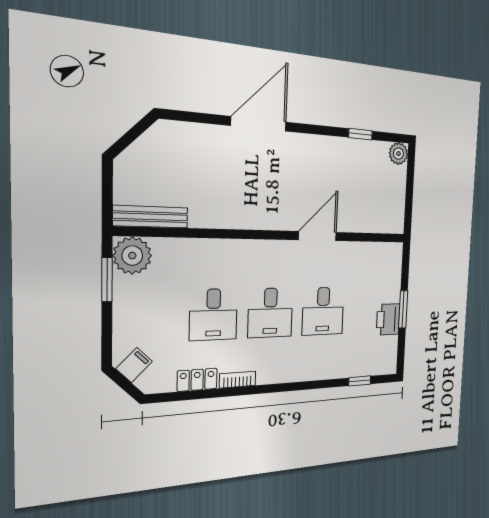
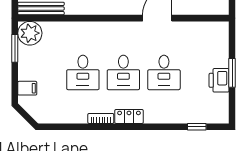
filing cabinet: (134, 365) -> (27, 88), moved, turned 45
locker: (197, 380) -> (129, 116), moved

